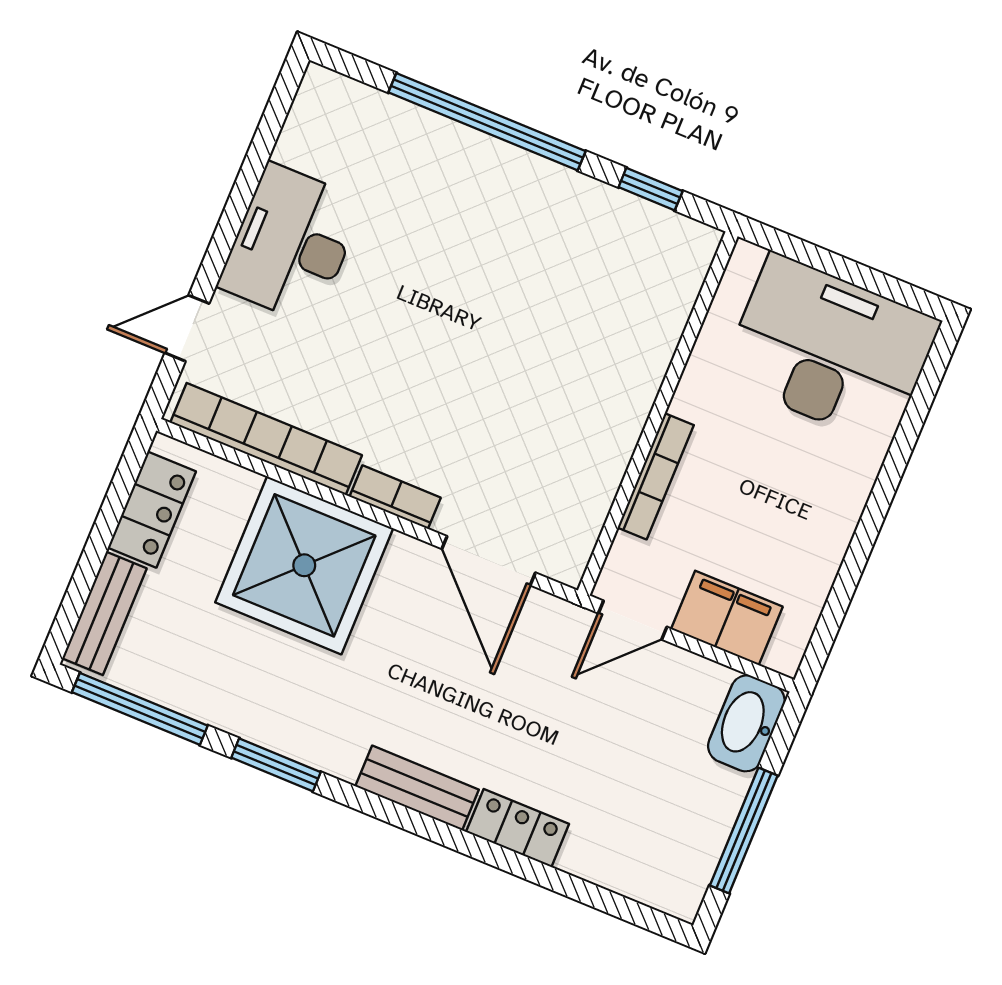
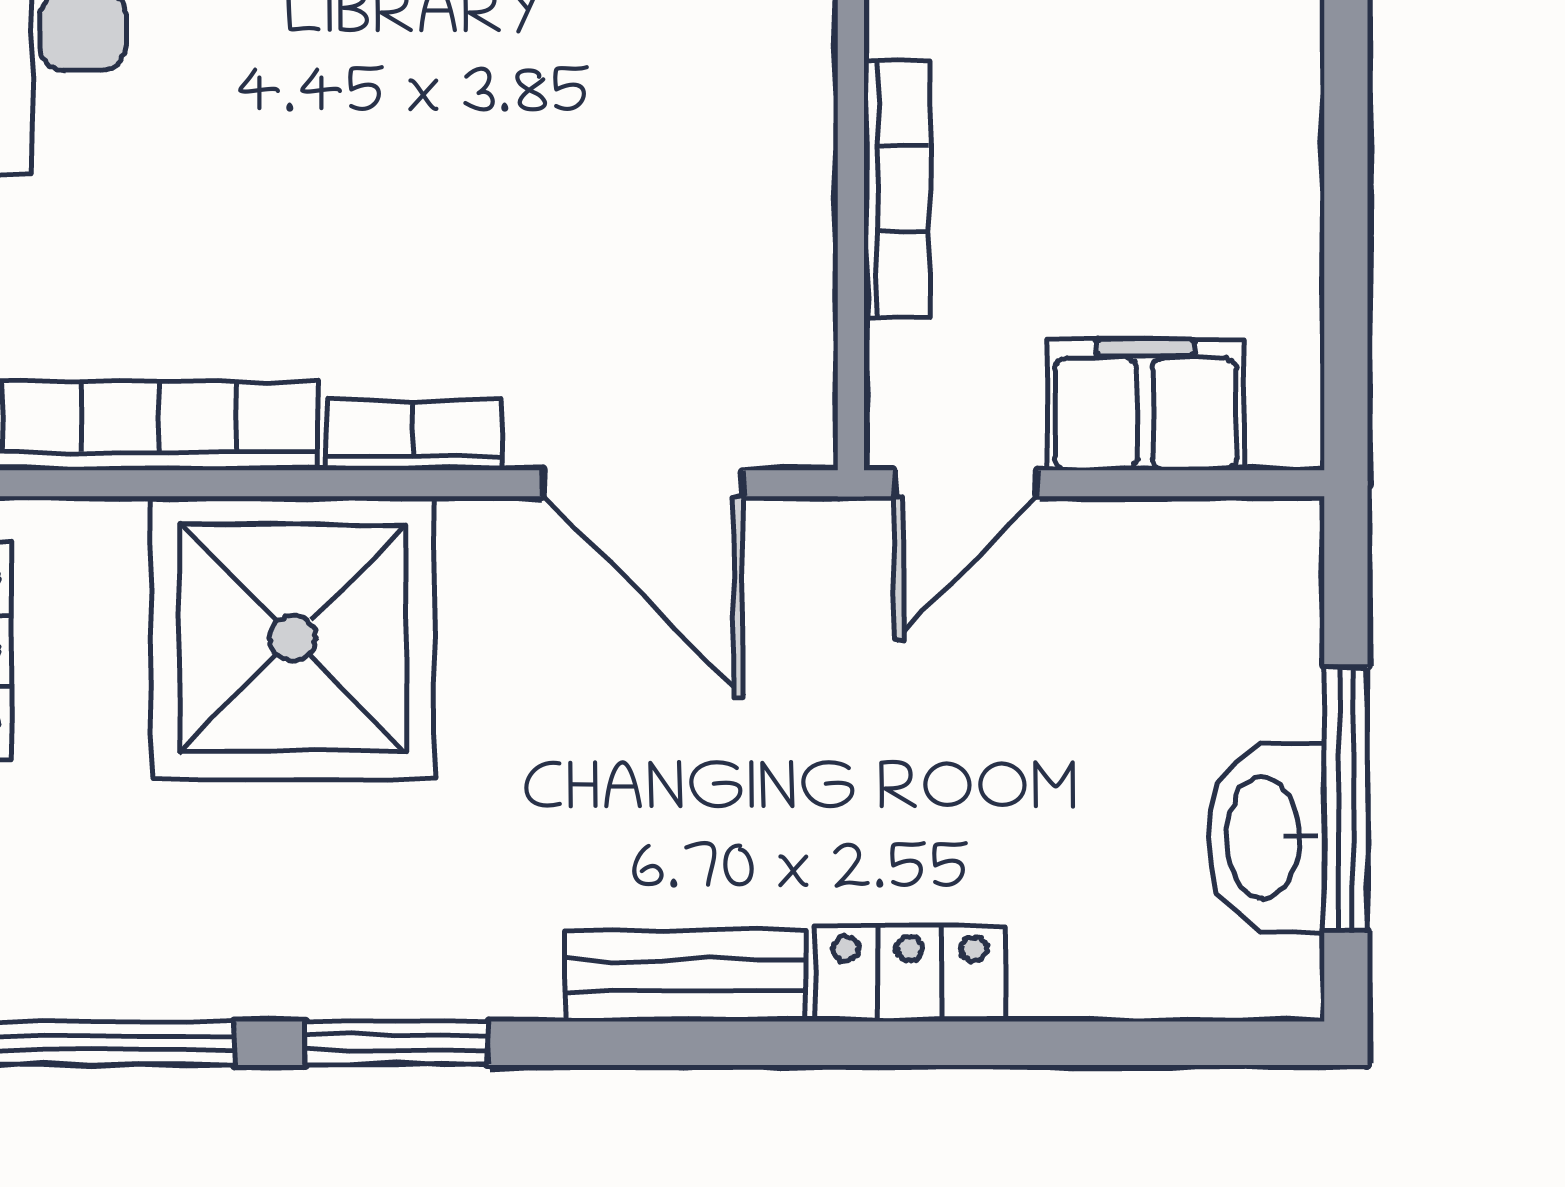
washbasin: (746, 723) -> (1266, 838), moved

